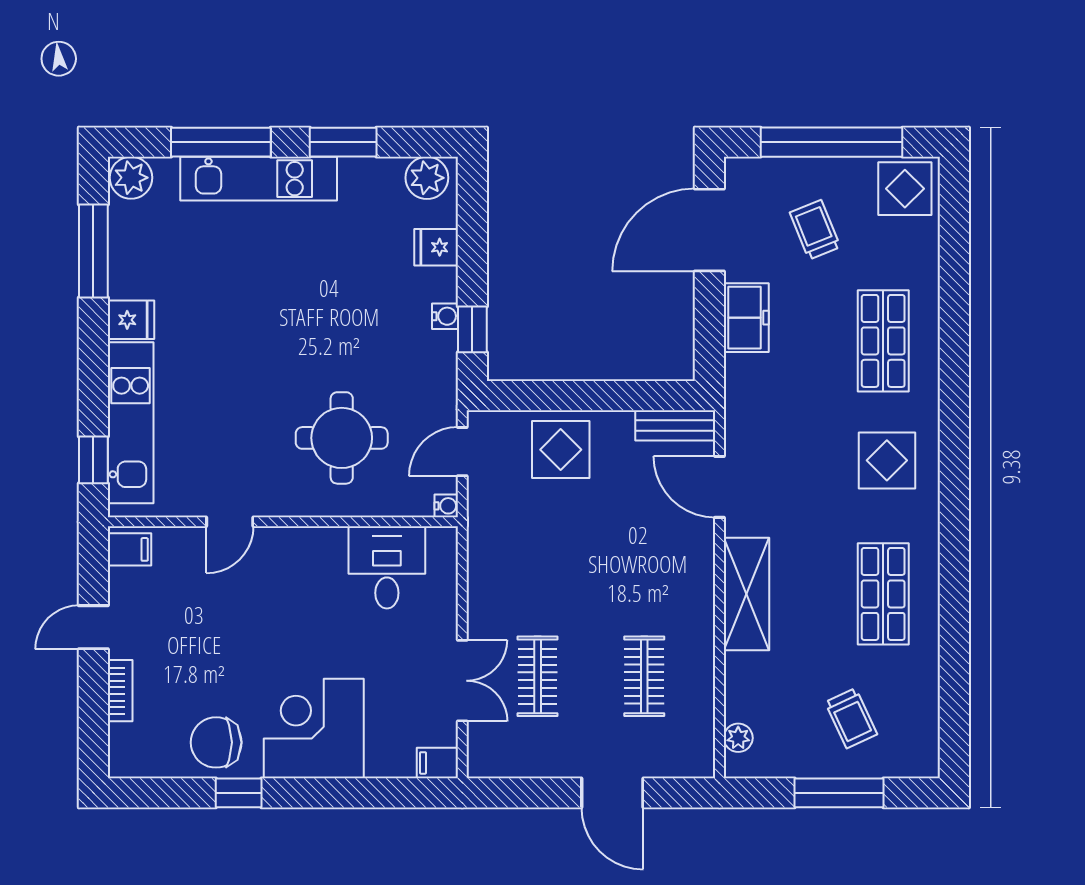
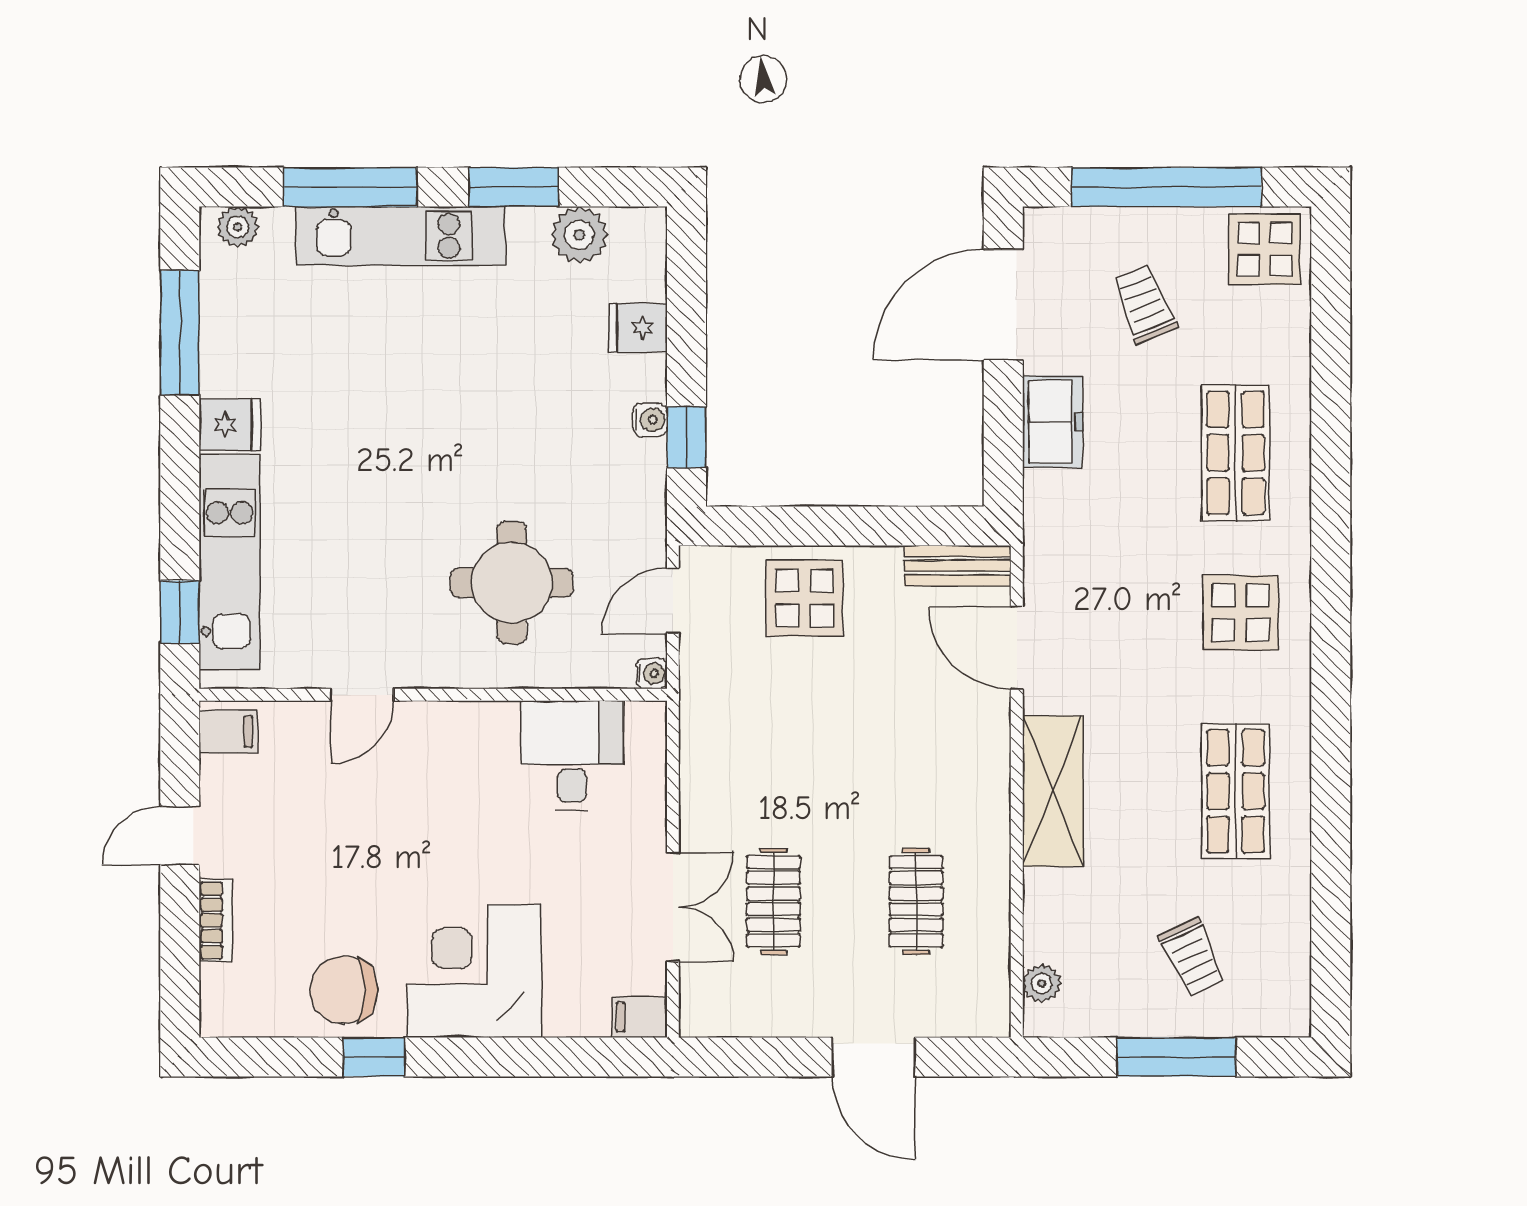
plant: (131, 178) -> (238, 227), width x0.73, depth x0.73
plant: (427, 178) -> (579, 235), moved

